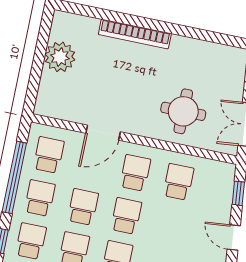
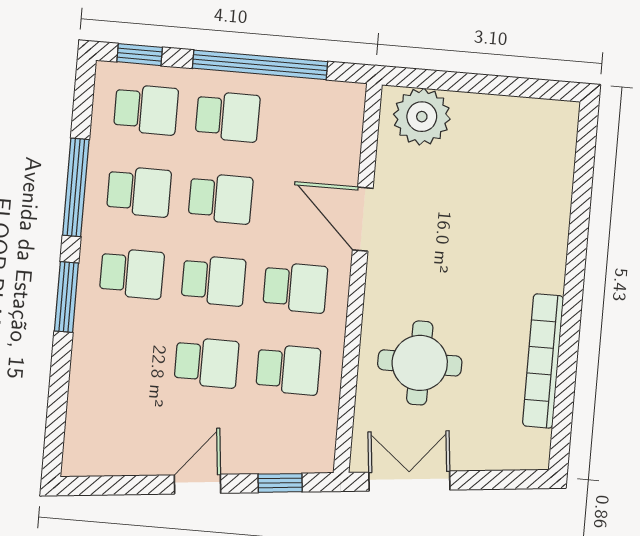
bookcase: (135, 34) -> (543, 361), moved
plant: (60, 57) -> (422, 117), moved
school desk: (49, 155) -> (207, 363), moved

